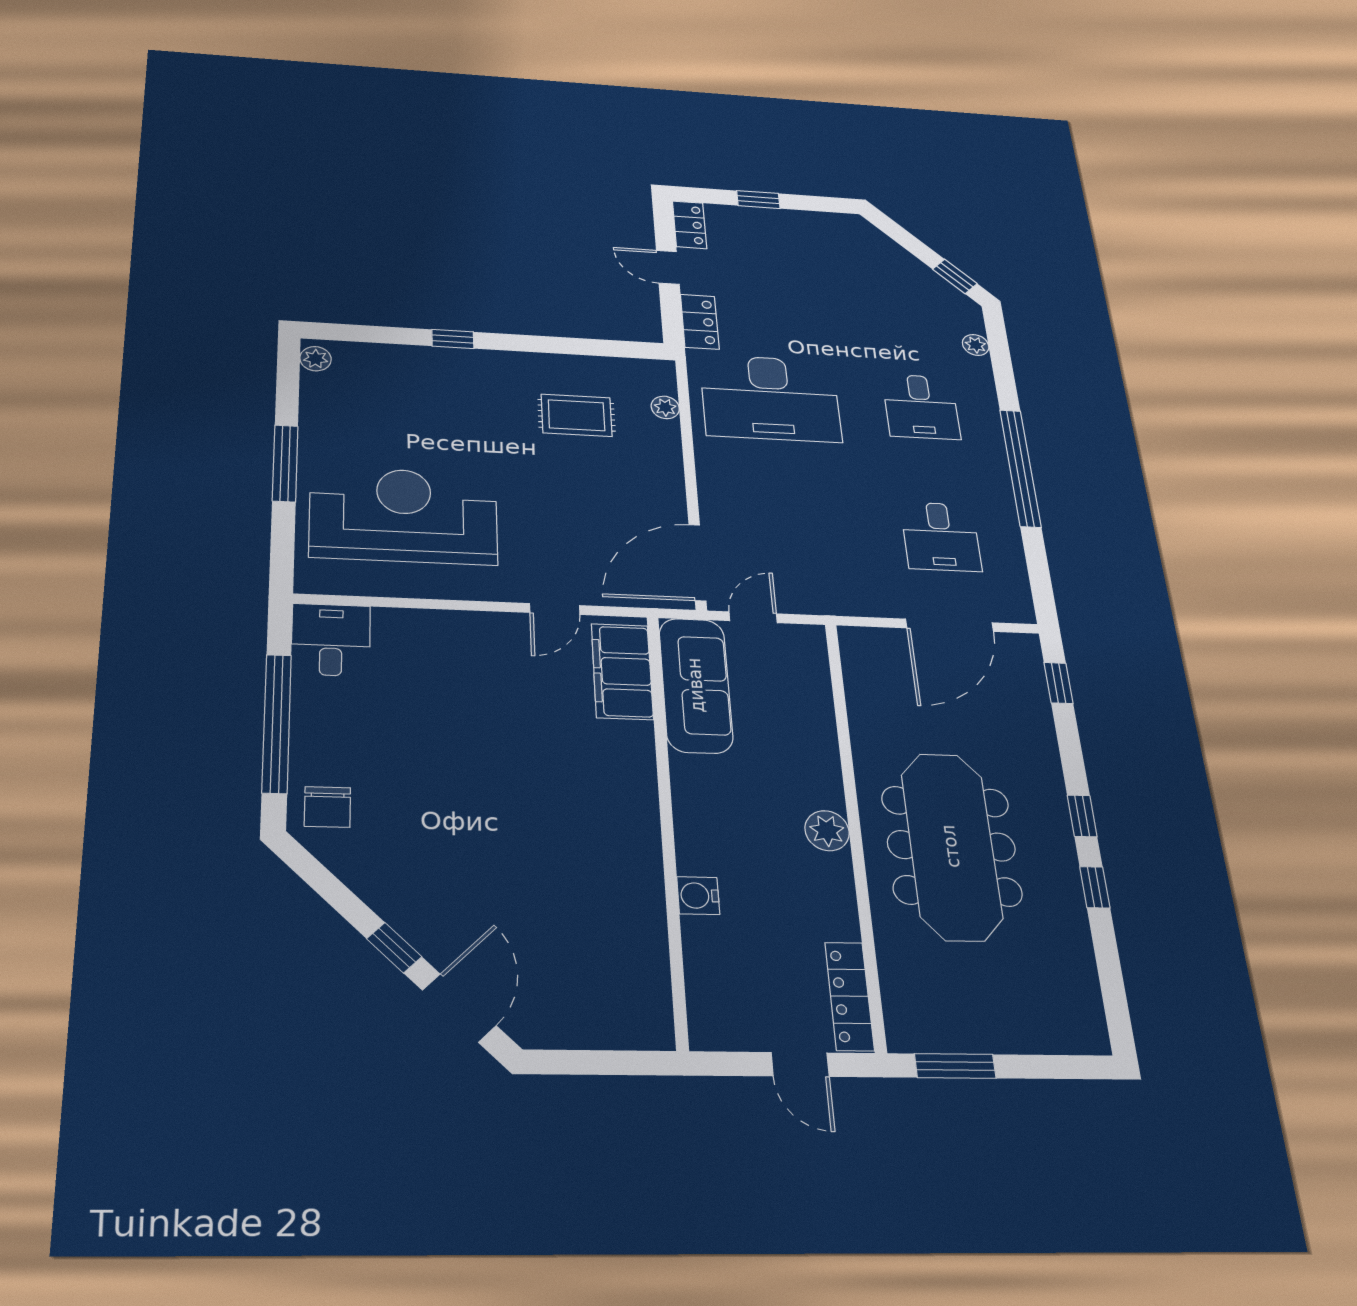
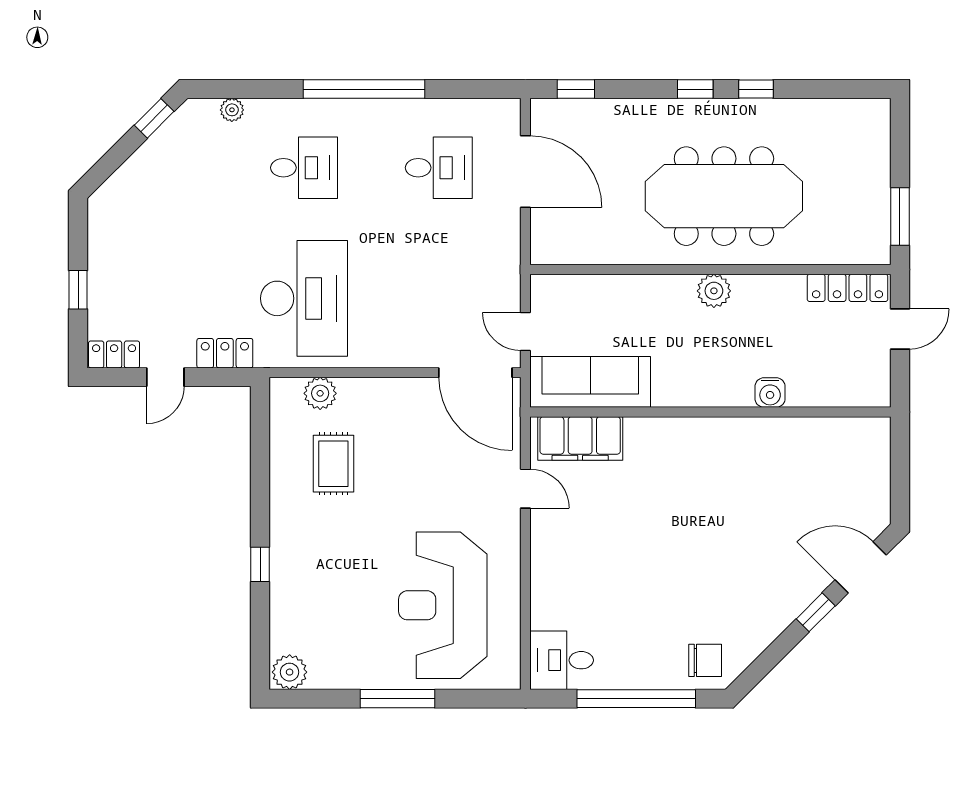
plant: (316, 359) -> (290, 672), width x1.38, depth x1.38
plant: (665, 407) -> (320, 393), width x1.38, depth x1.38

